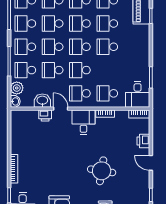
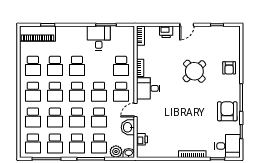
desk: (138, 94) -> (99, 38), moved, turned -90
printer: (45, 116) -> (142, 139), moved
round table: (102, 171) -> (194, 71), turned 38

